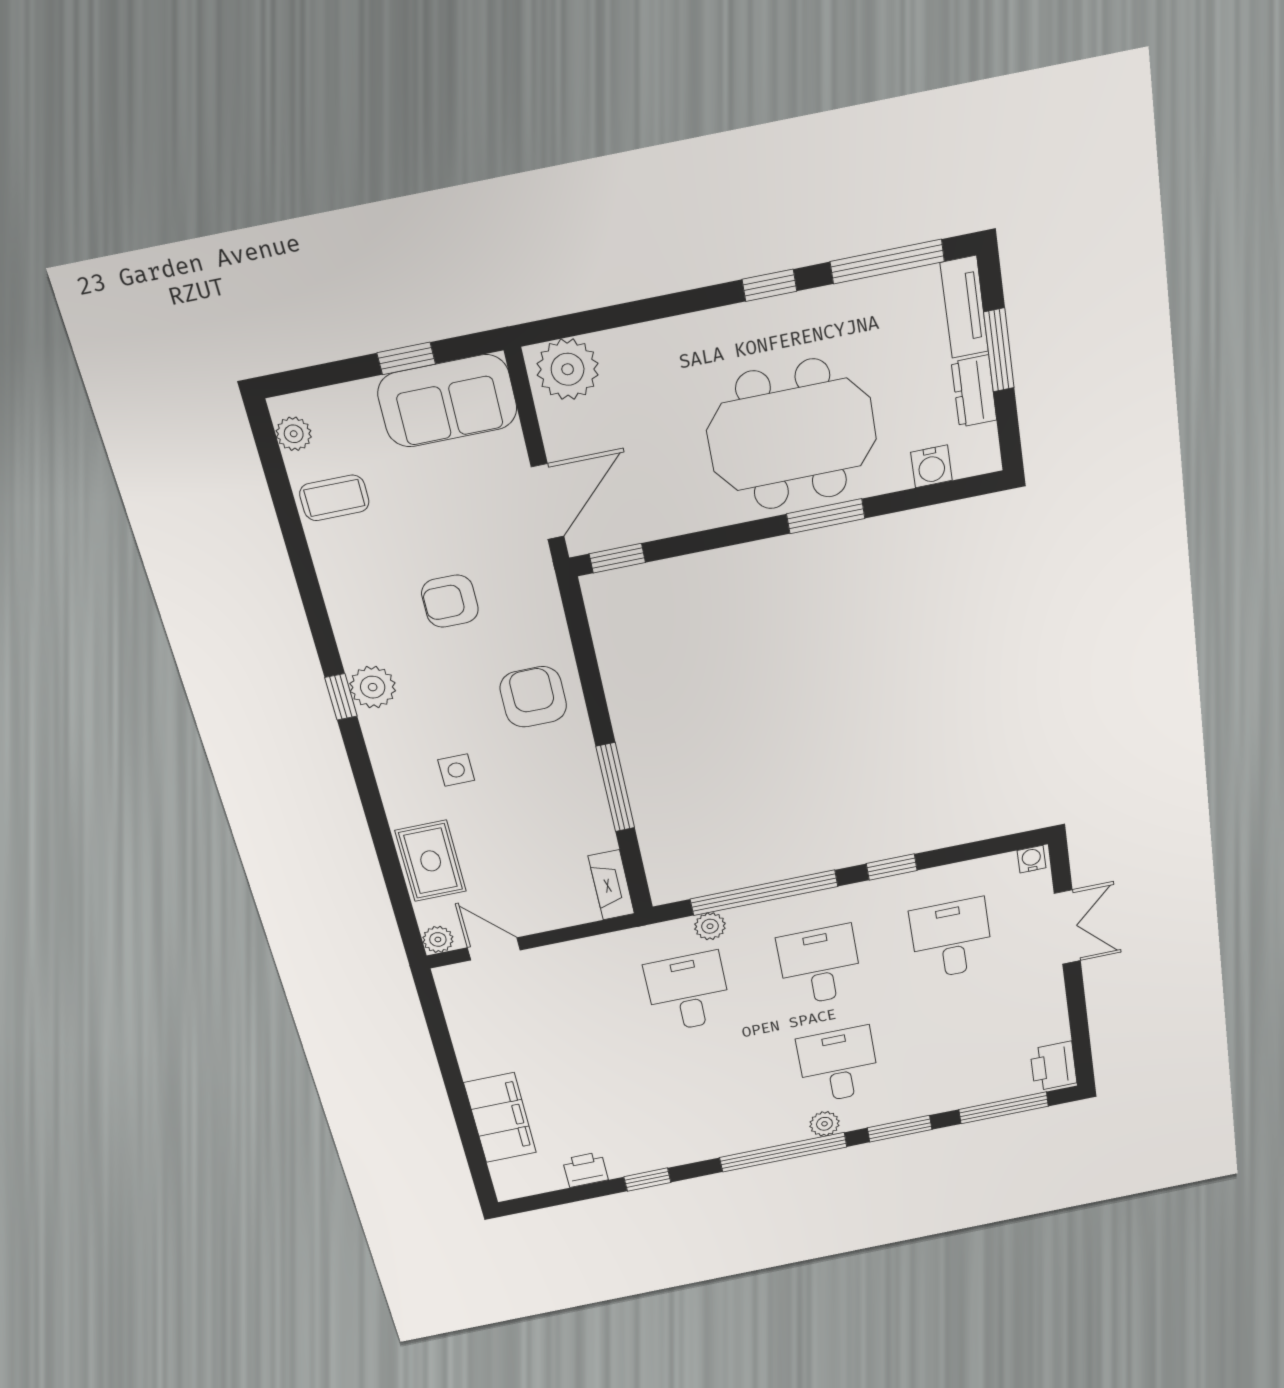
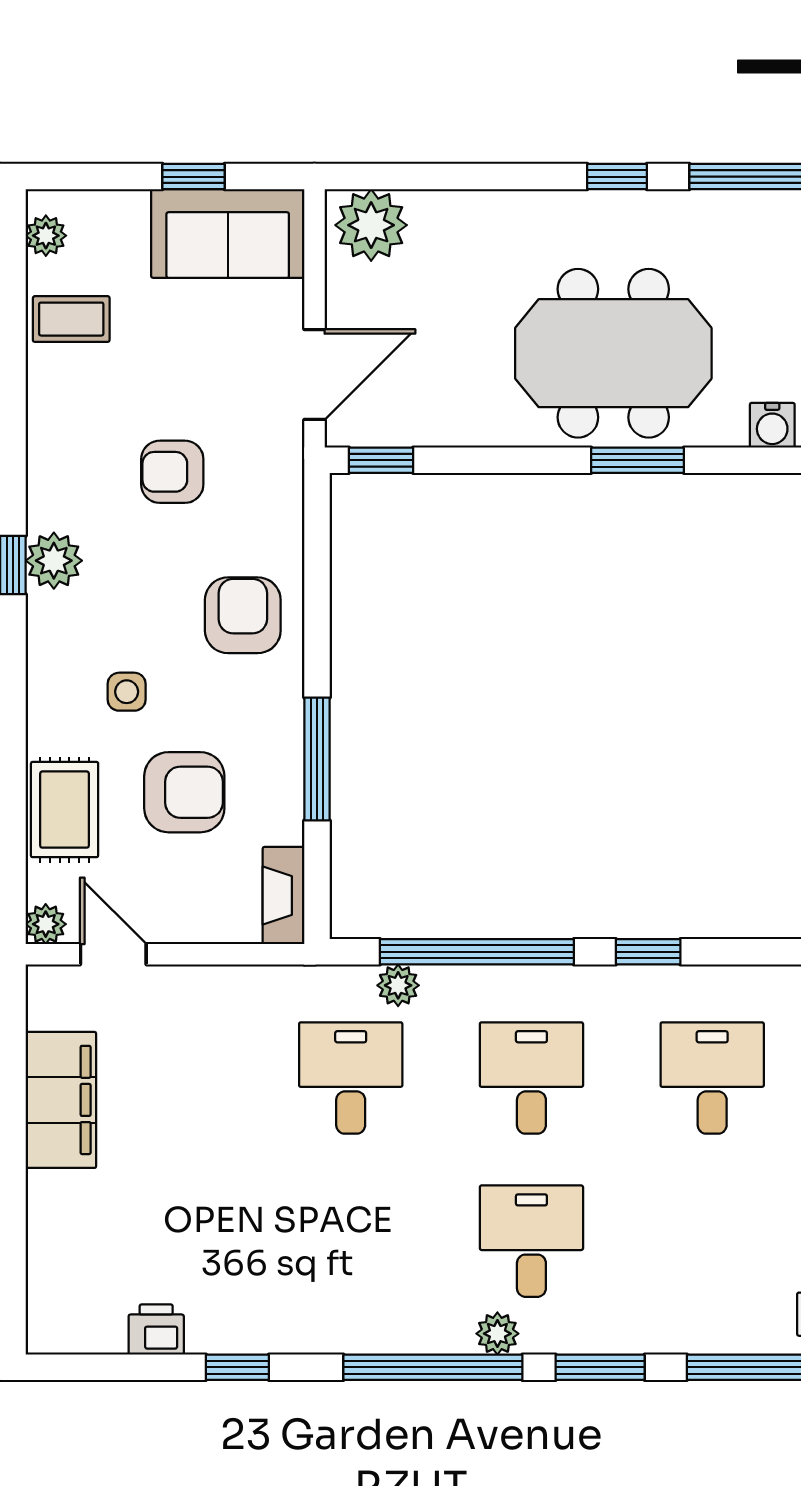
armchair: (519, 831) -> (184, 792), added
filing cabinet: (500, 1118) -> (61, 1100), moved

